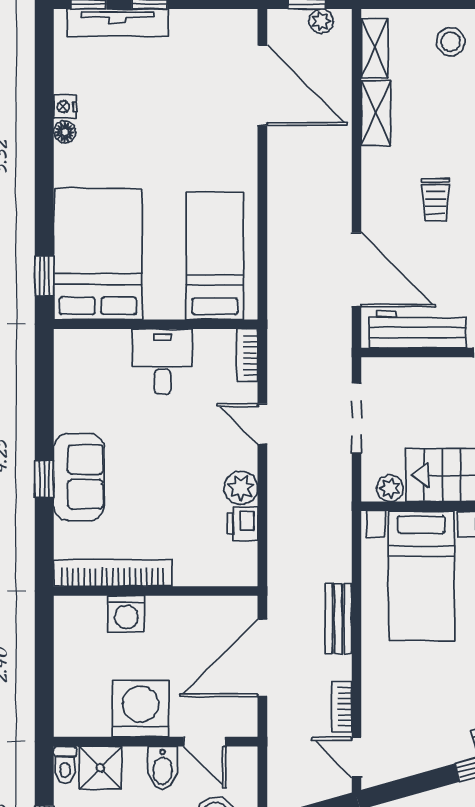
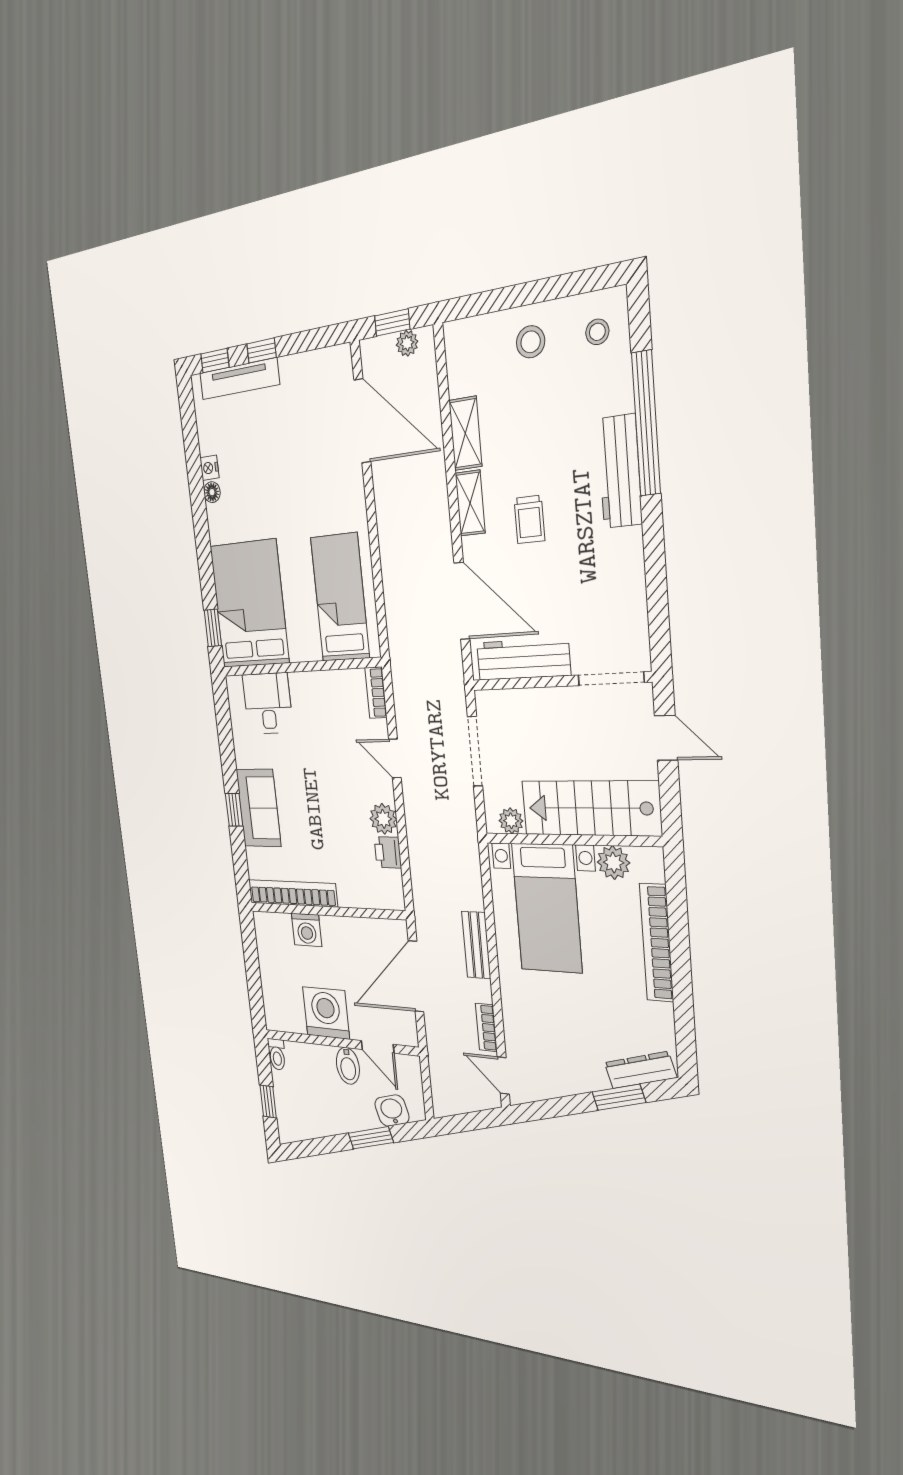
shelving: (375, 48) -> (470, 503), moved
desk: (162, 362) -> (268, 703), moved
shower: (100, 768) -> (302, 1060), removed

